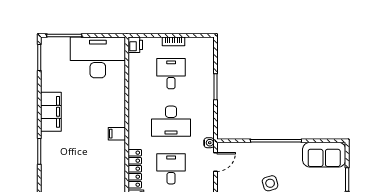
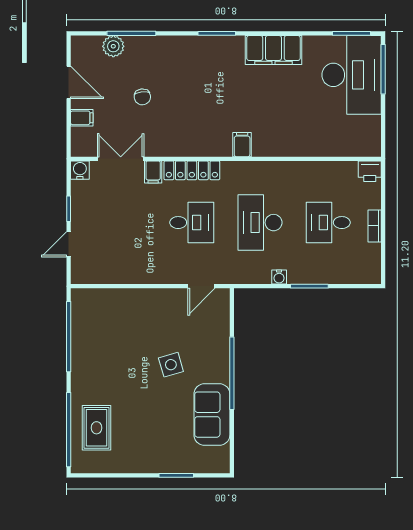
desk: (98, 57) -> (352, 75), moved
desk: (171, 74) -> (328, 223), turned 180
water cooler: (209, 143) -> (279, 277), moved
sofa: (324, 155) -> (212, 415), moved
door: (215, 162) -> (201, 286), hinge flipped

